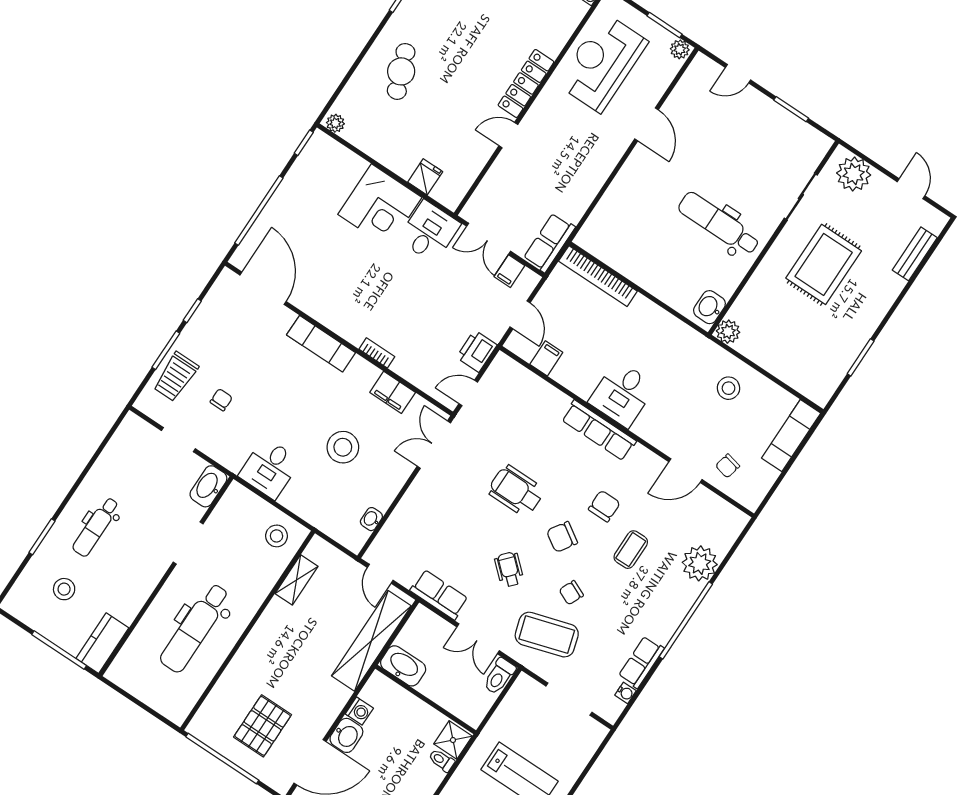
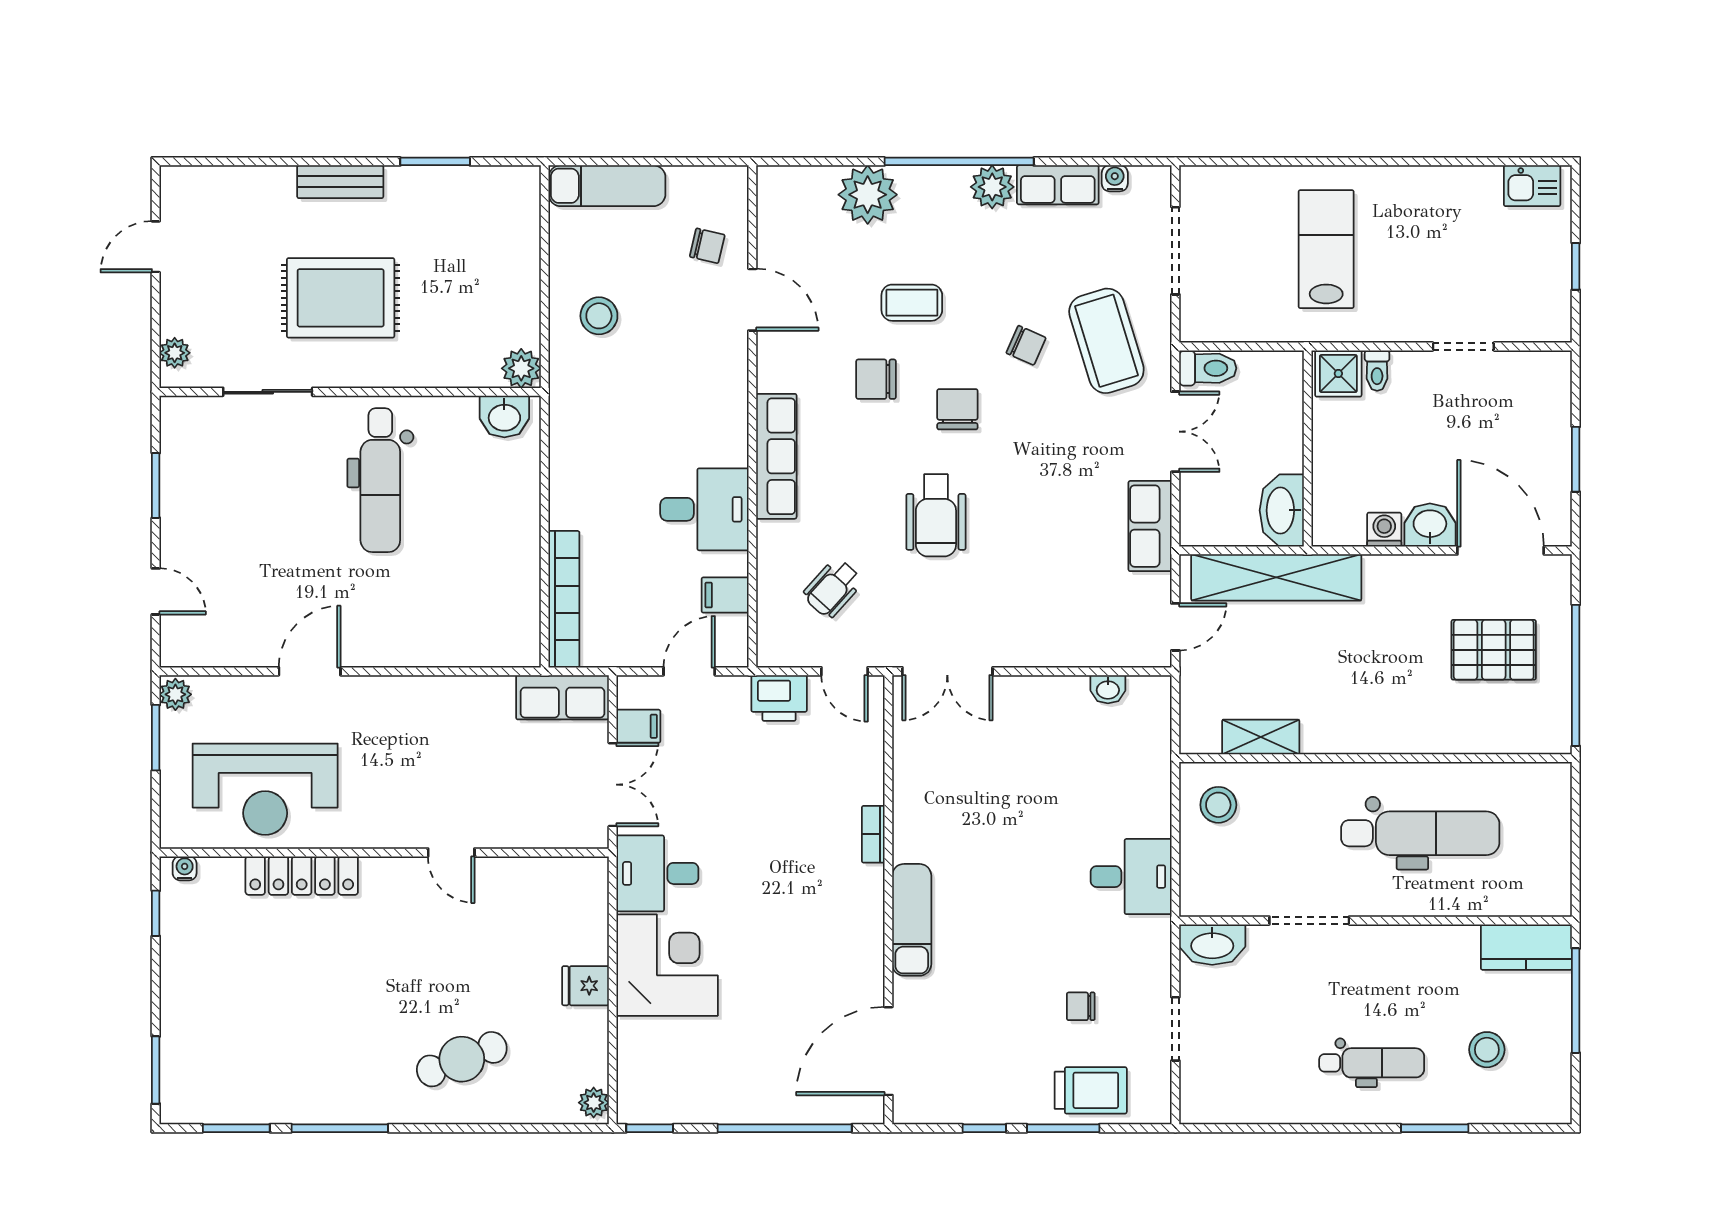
locker: (526, 84) -> (302, 876), moved
plant: (854, 174) -> (175, 353), width x0.53, depth x0.53
fridge: (425, 177) -> (585, 986), moved
bench: (915, 254) -> (340, 182), moved
filing cabinet: (393, 392) -> (913, 776), removed
desk: (622, 394) -> (704, 509), moved
stool: (343, 447) -> (1035, 795), removed
chair: (562, 537) -> (957, 409), turned -123
wheelchair: (509, 569) -> (833, 588), moved
plant: (662, 629) -> (992, 187), added

